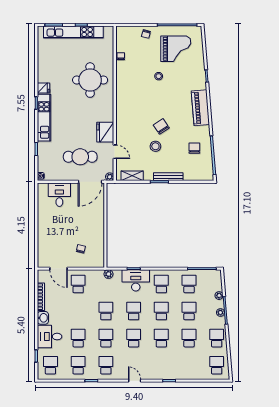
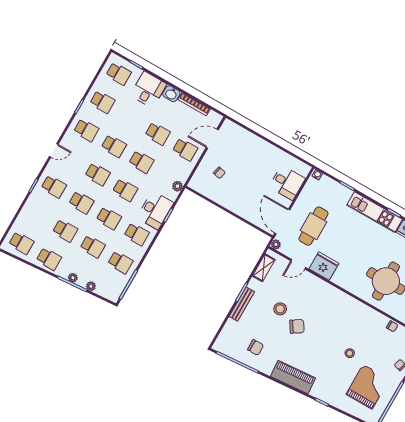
grand piano: (176, 49) -> (368, 387), turned 180
school desk: (78, 338) -> (158, 134), moved
school desk: (161, 365) -> (54, 187), added

